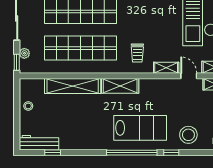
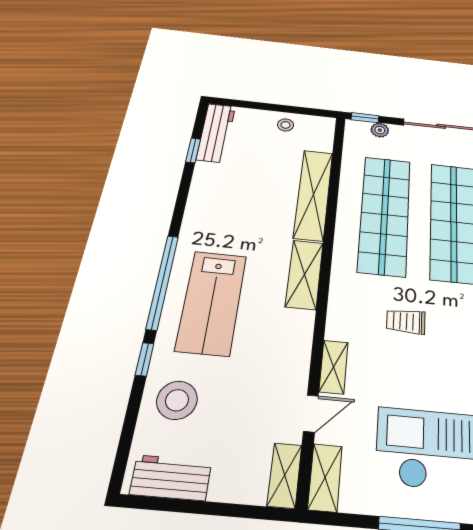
trolley: (137, 53) -> (406, 321), moved

